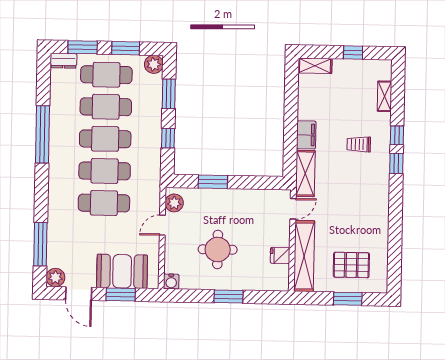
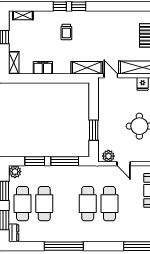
shelving: (384, 96) -> (23, 15), moved
filing cabinet: (306, 135) -> (43, 68), moved
window: (168, 138) -> (65, 161), width x2.17
cafe table: (105, 139) -> (66, 204), removed

